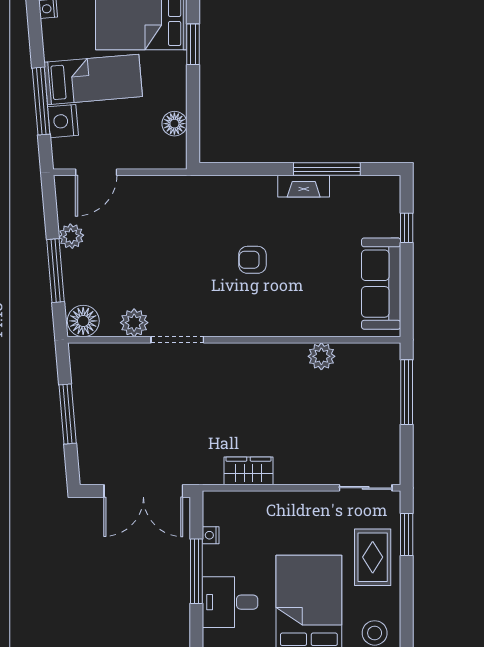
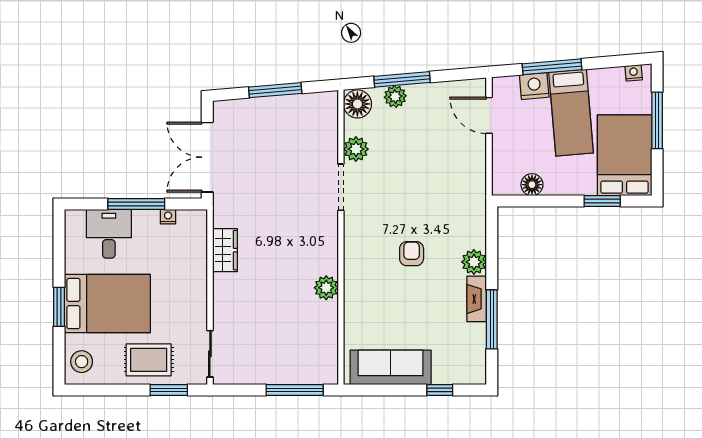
plant: (262, 189) -> (474, 262), added
plant: (71, 236) -> (395, 97), moved
plant: (321, 356) -> (326, 288), moved

